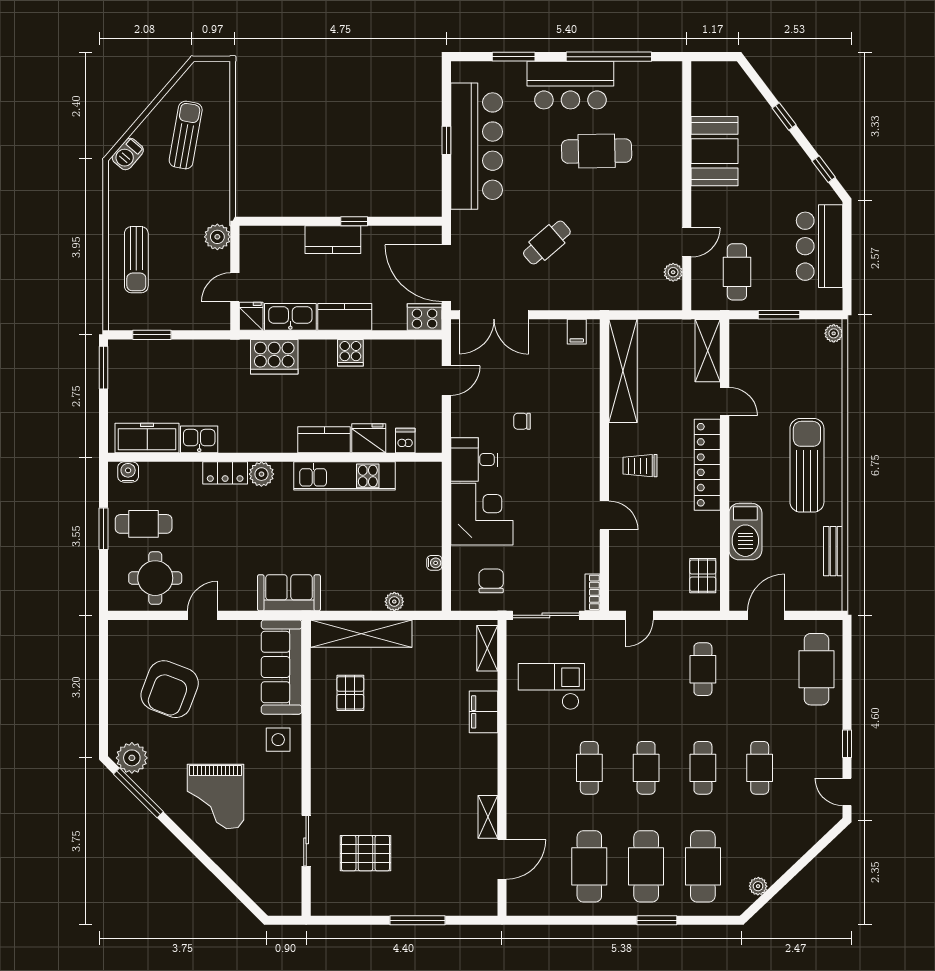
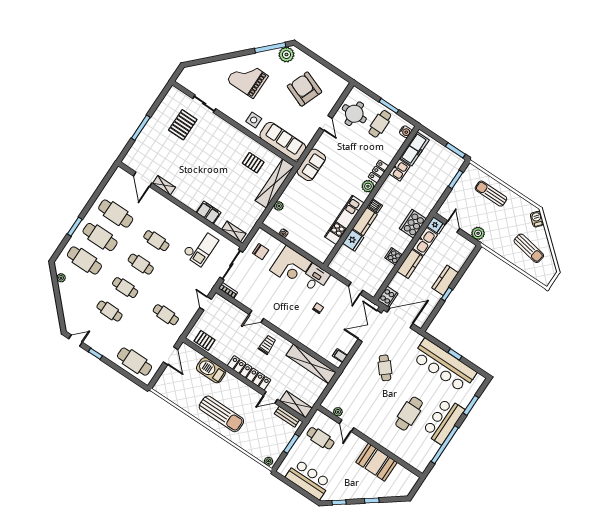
dishwasher: (405, 440) -> (375, 206), moved
bench: (833, 551) -> (287, 417), moved

